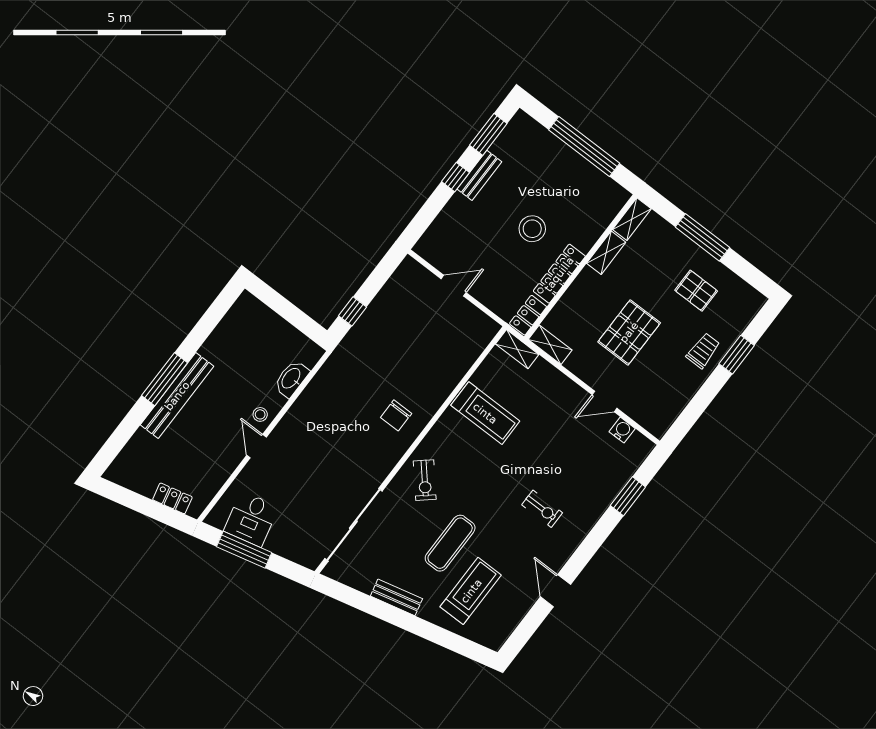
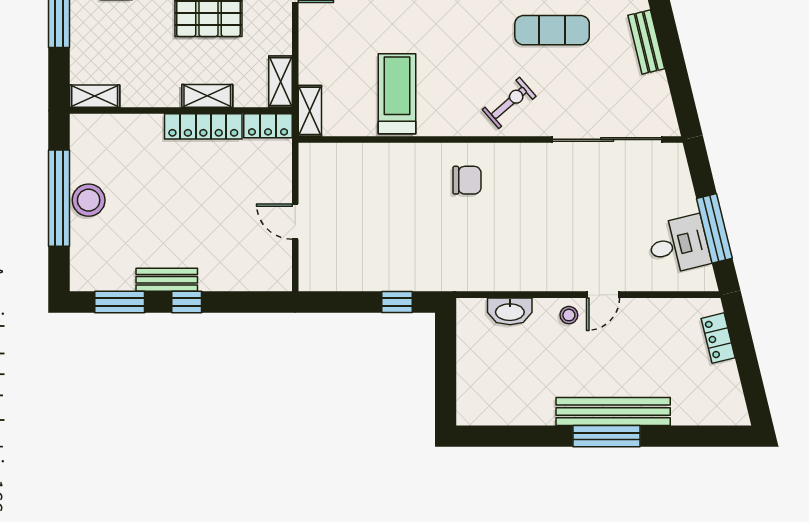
stool: (532, 229) -> (89, 200), moved
shelving: (606, 253) -> (207, 96), moved

